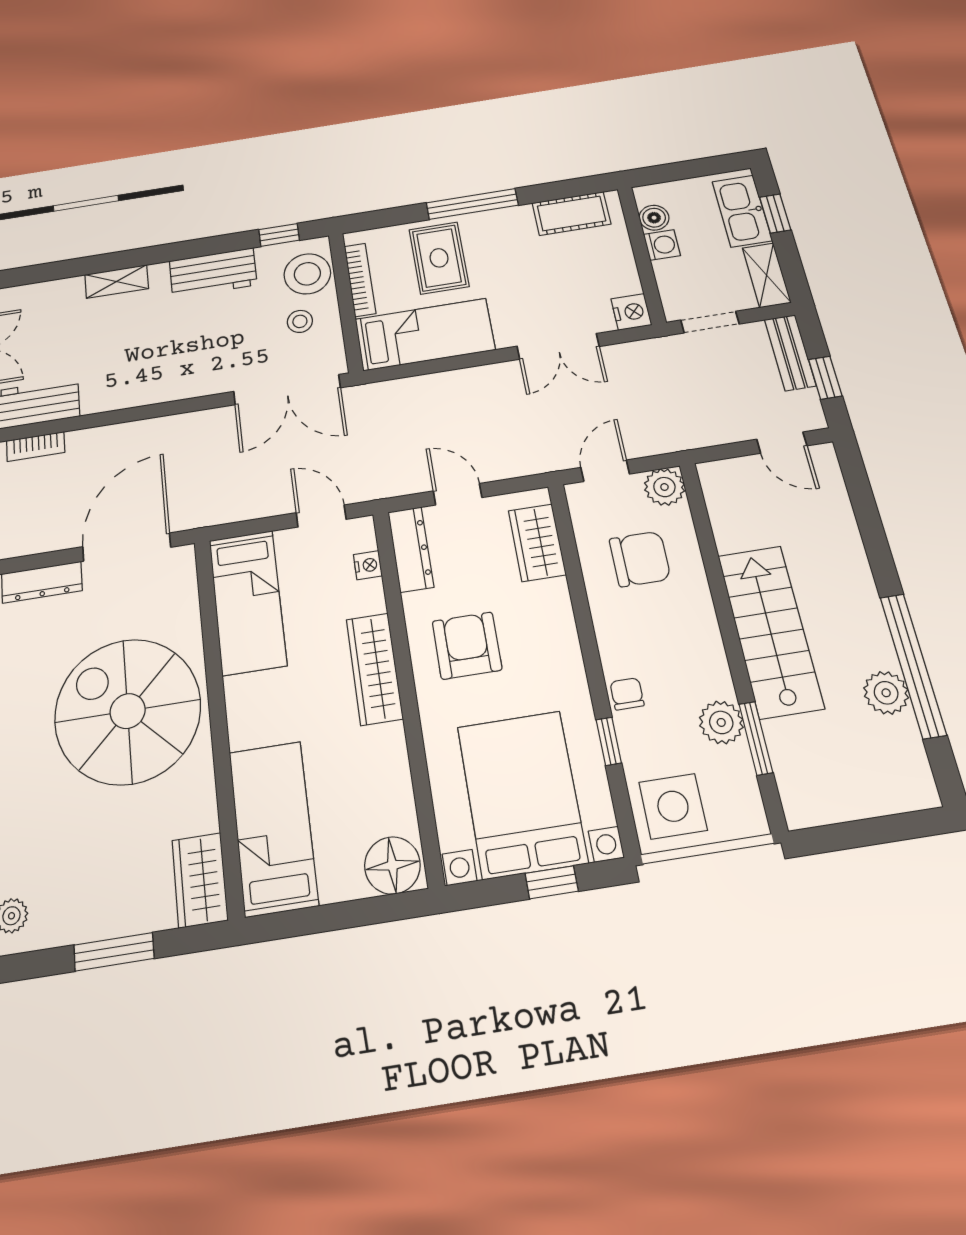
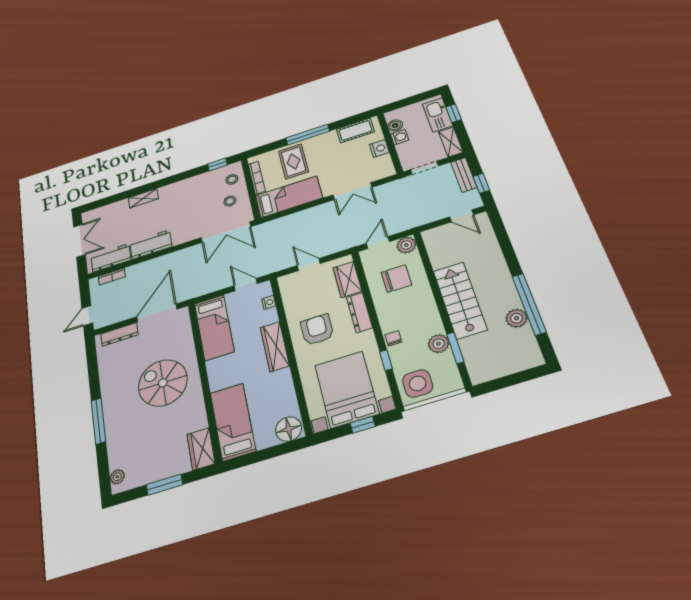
workbench: (213, 273) -> (151, 245), moved, turned 180
stool: (307, 274) -> (232, 179), width x0.53, depth x0.53
nightstand: (631, 312) -> (379, 148), moved
dresser: (411, 549) -> (359, 313), moved, turned 180
spiral stairs: (128, 711) -> (163, 383), width x0.73, depth x0.73

